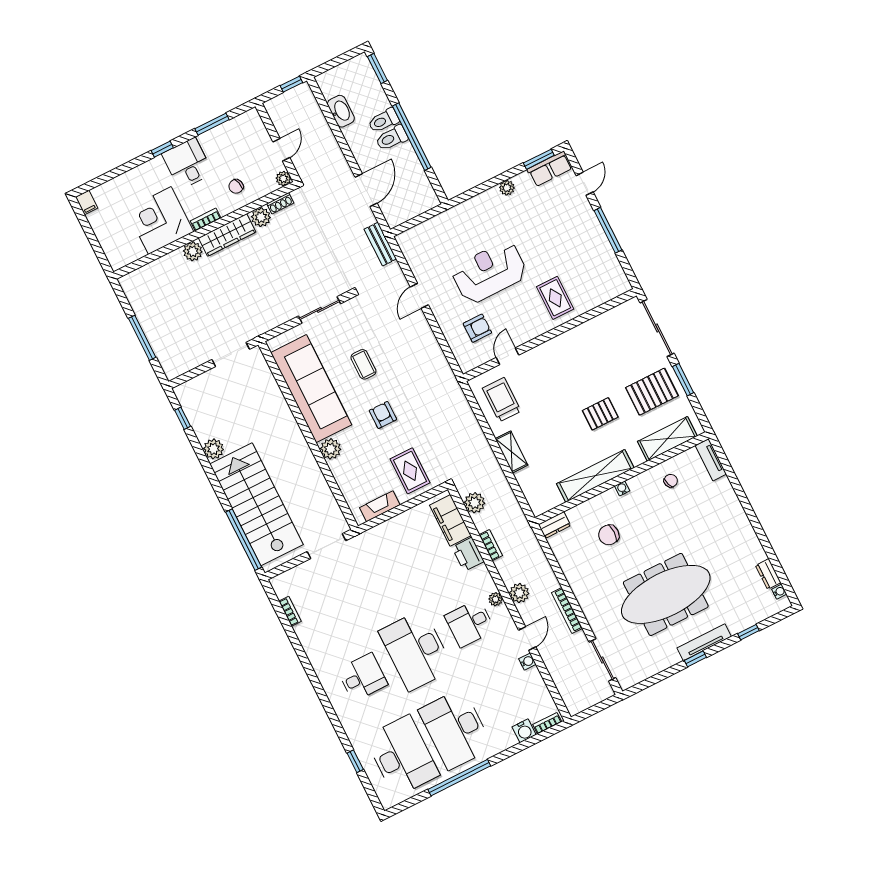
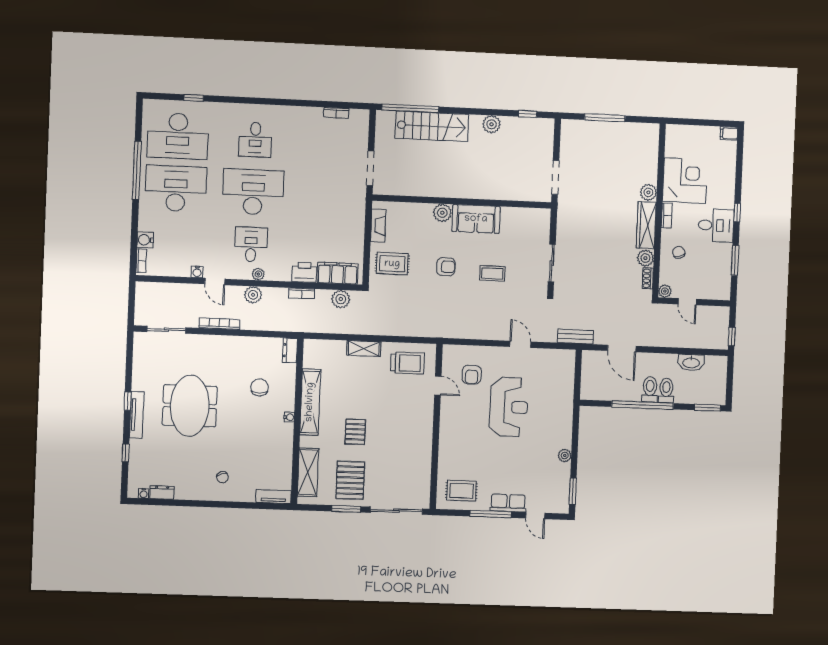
row of seats: (550, 169) -> (508, 503), moved, turned 90
rug: (555, 298) -> (461, 491), moved
sofa: (311, 389) -> (476, 219), width x0.54, depth x0.79
chair: (671, 481) -> (223, 477), moved
stairs: (257, 504) -> (432, 126), width x0.73, depth x0.66
meeting table: (666, 594) -> (190, 406), width x0.73

